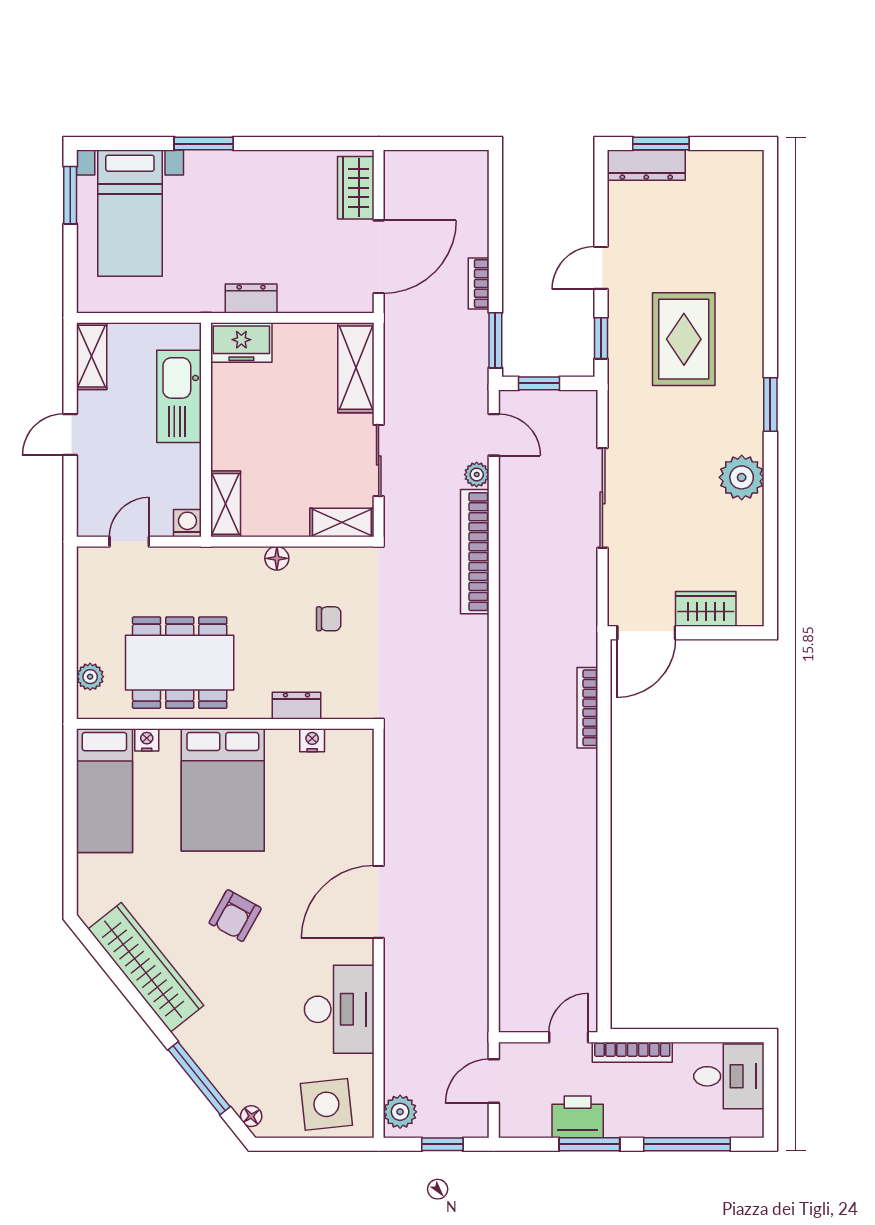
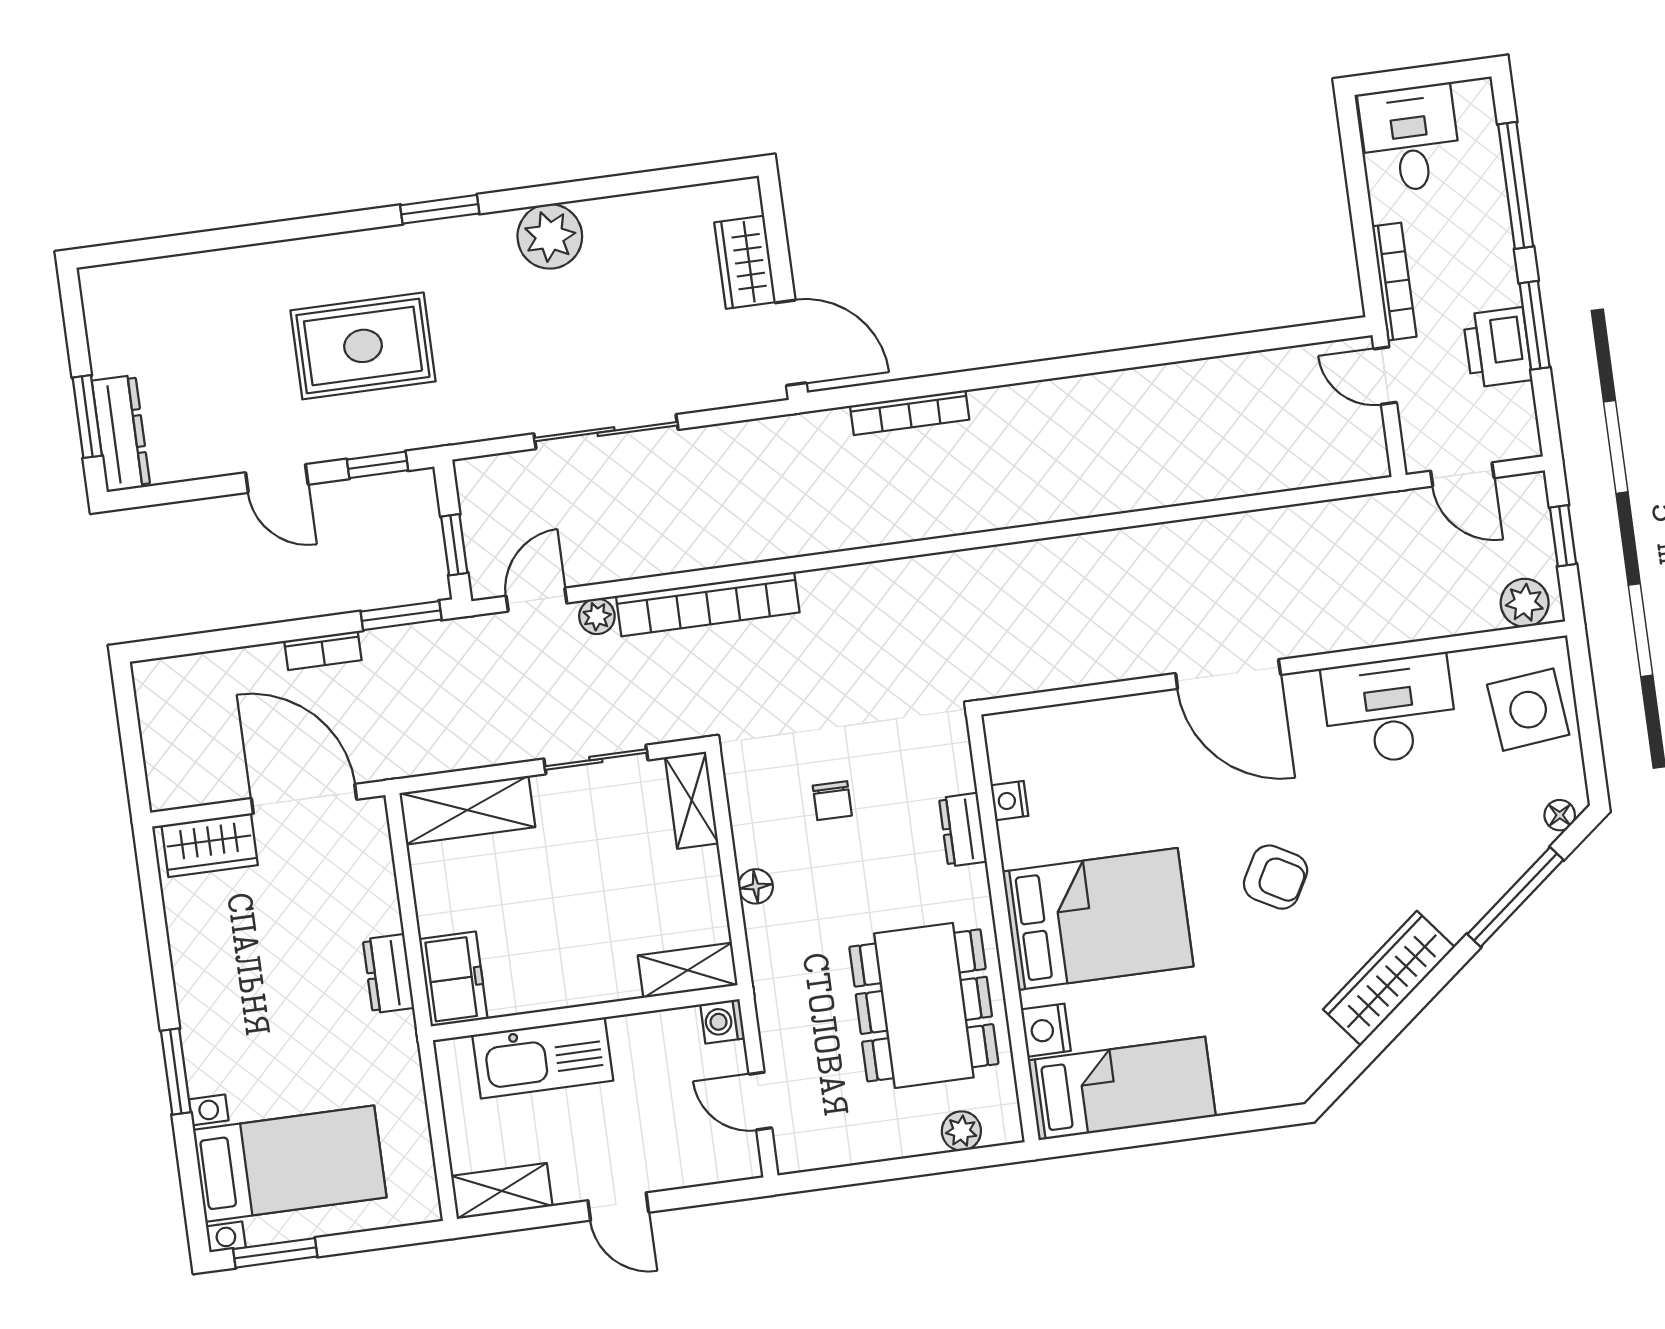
chair: (329, 619) -> (832, 801), turned 180
nightstand: (147, 740) -> (1046, 1030), width x1.39, depth x1.35
wardrobe: (146, 967) -> (1389, 978), width x0.71, depth x0.85

